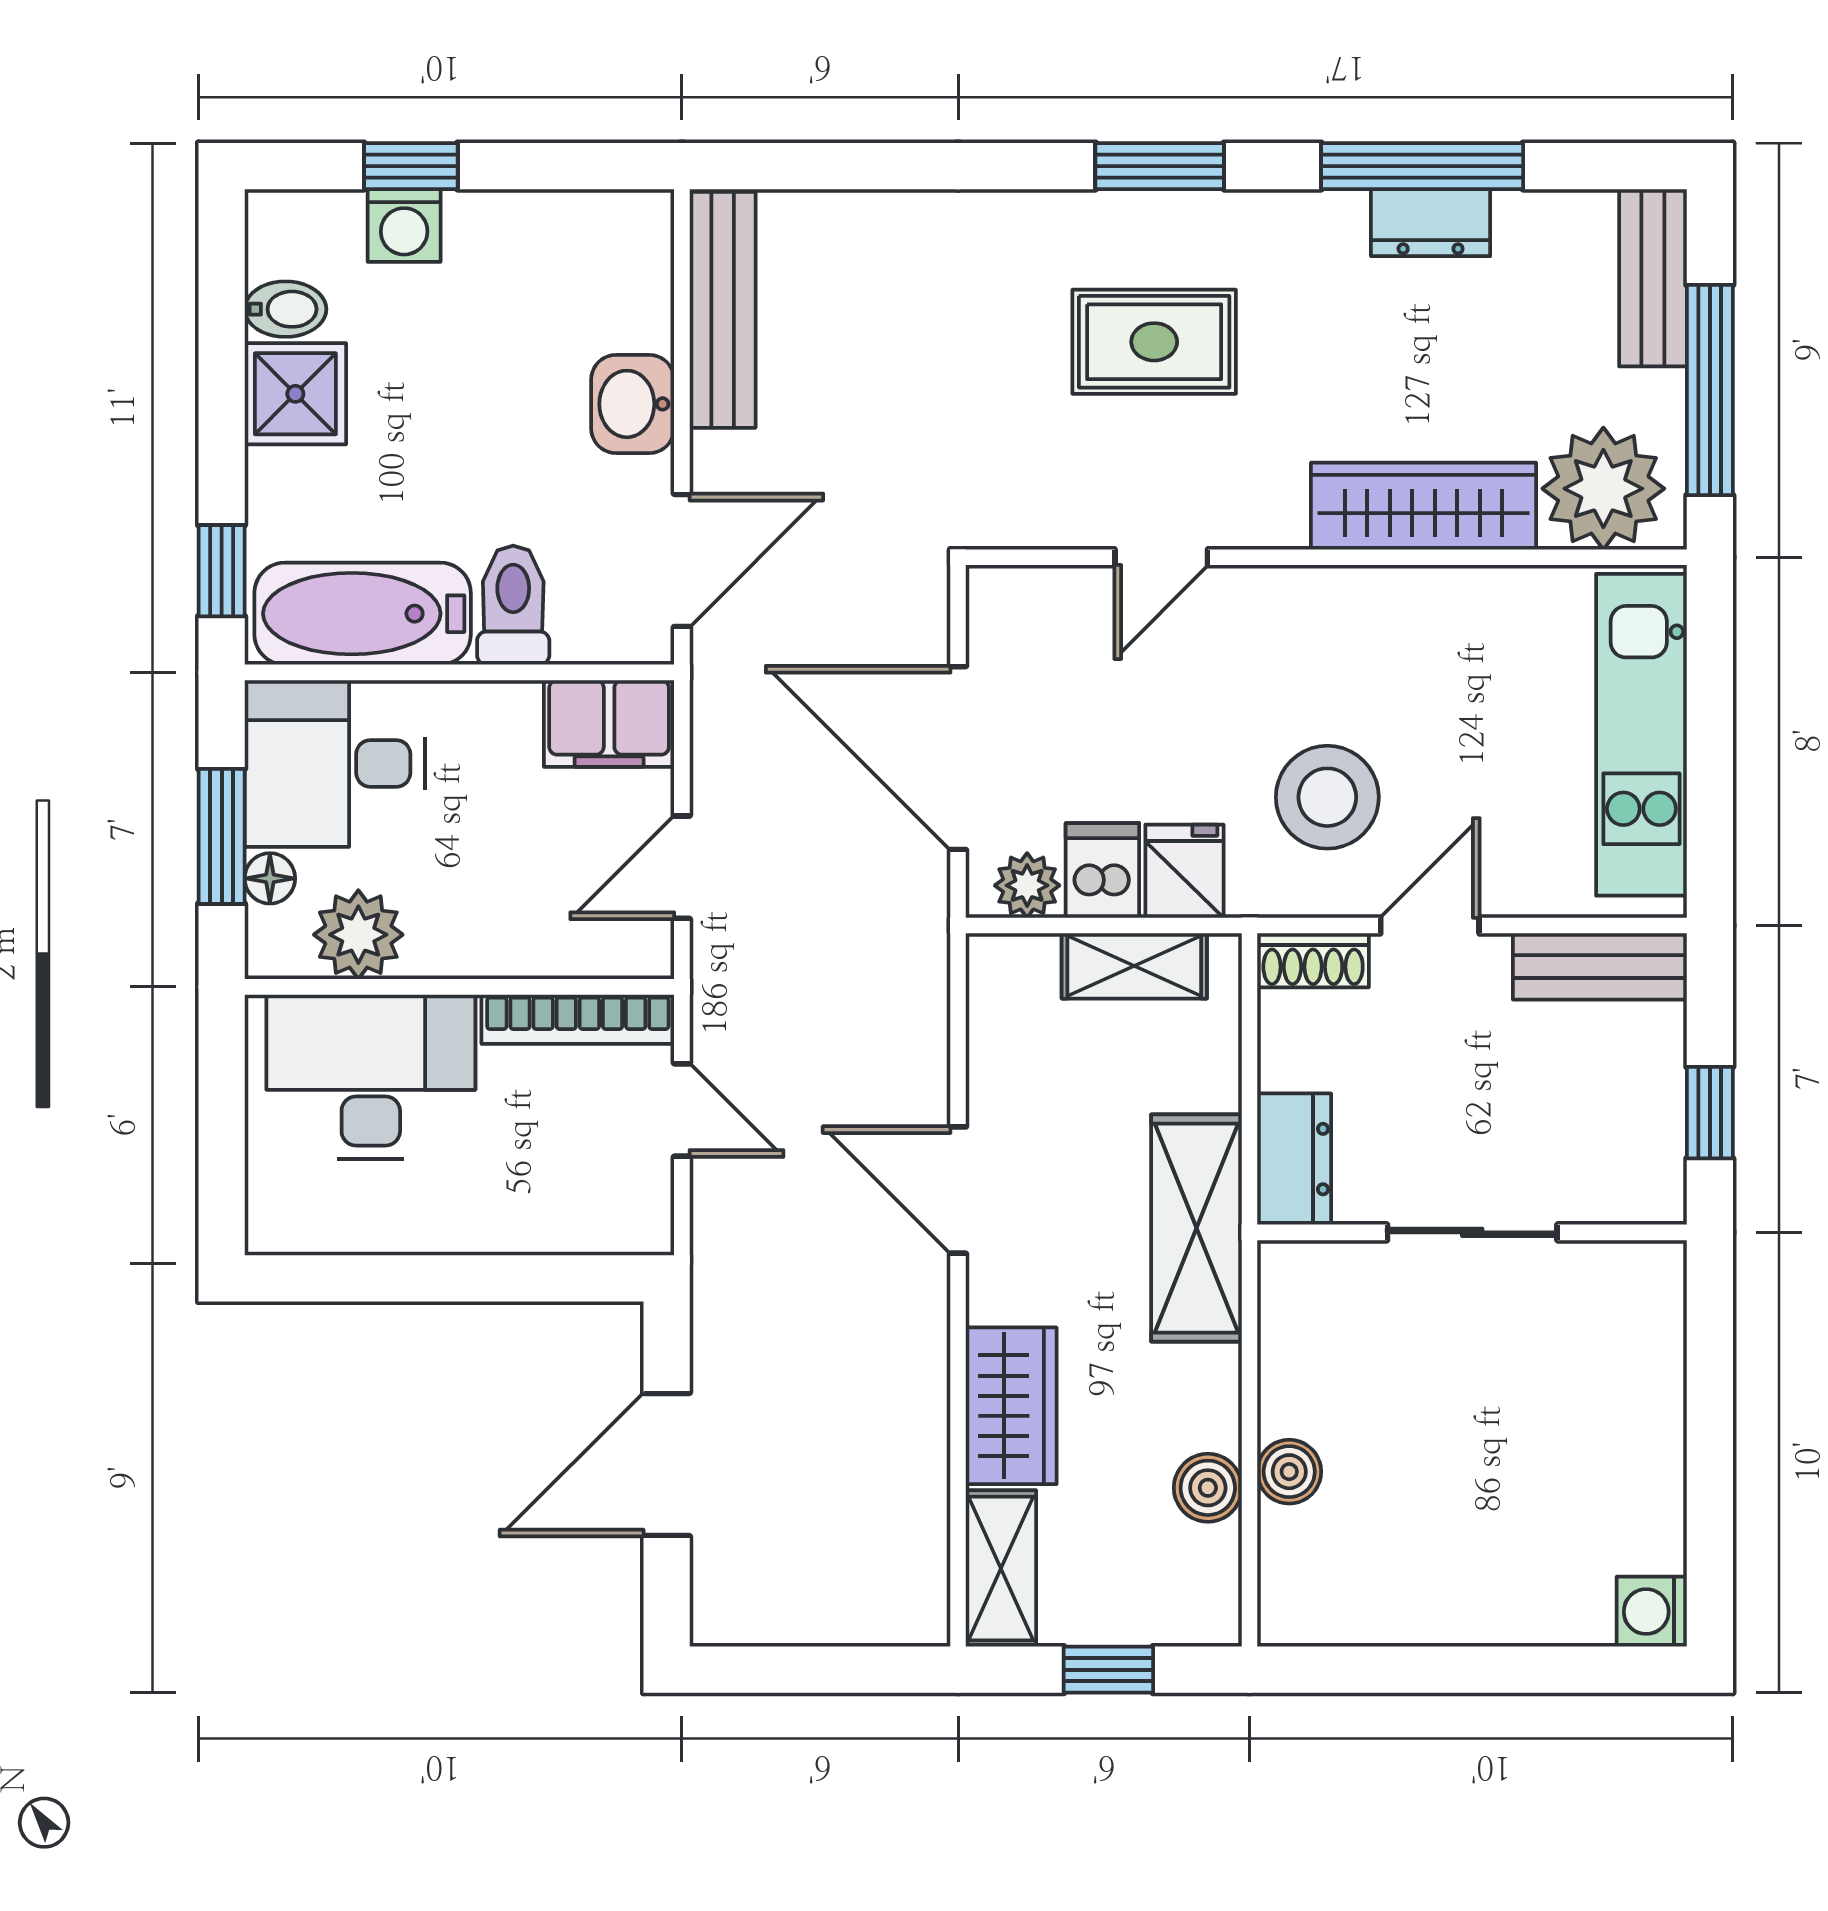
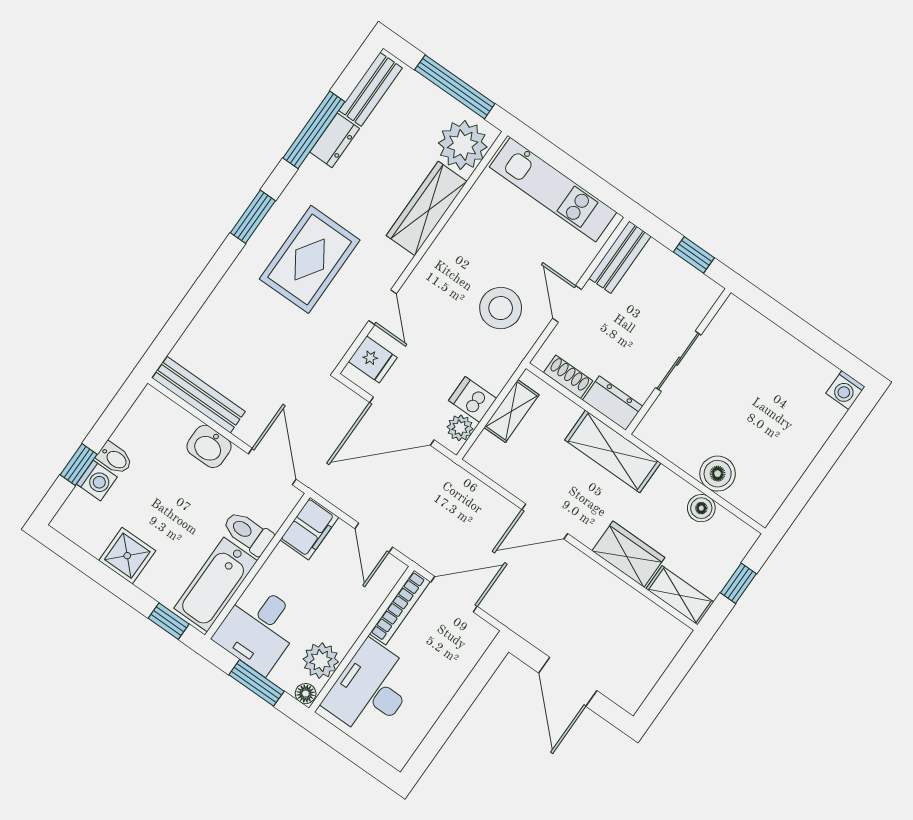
bench: (1653, 278) -> (371, 89), moved, turned 90
bidet: (285, 309) -> (115, 458), moved, turned 90
rug: (1154, 342) -> (310, 259), width x1.36, depth x1.43
fridge: (1184, 871) -> (373, 359), moved, turned 180
floor lamp: (270, 878) -> (306, 694), moved
shoe rack: (1313, 960) -> (568, 377), moved, turned -90
door: (682, 1110) -> (454, 594), width x1.38
boiler: (1289, 1472) -> (718, 474), width x1.36, depth x1.36

